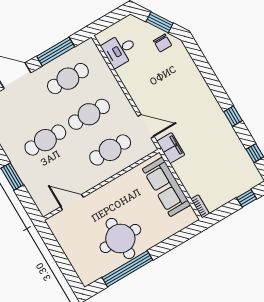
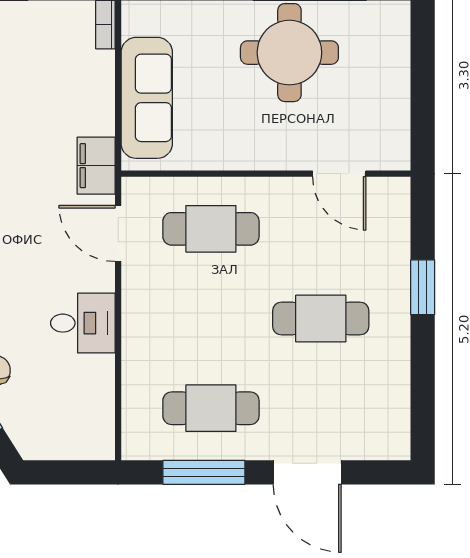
desk: (120, 50) -> (83, 323), moved
cafe table: (89, 114) -> (211, 319), removed

